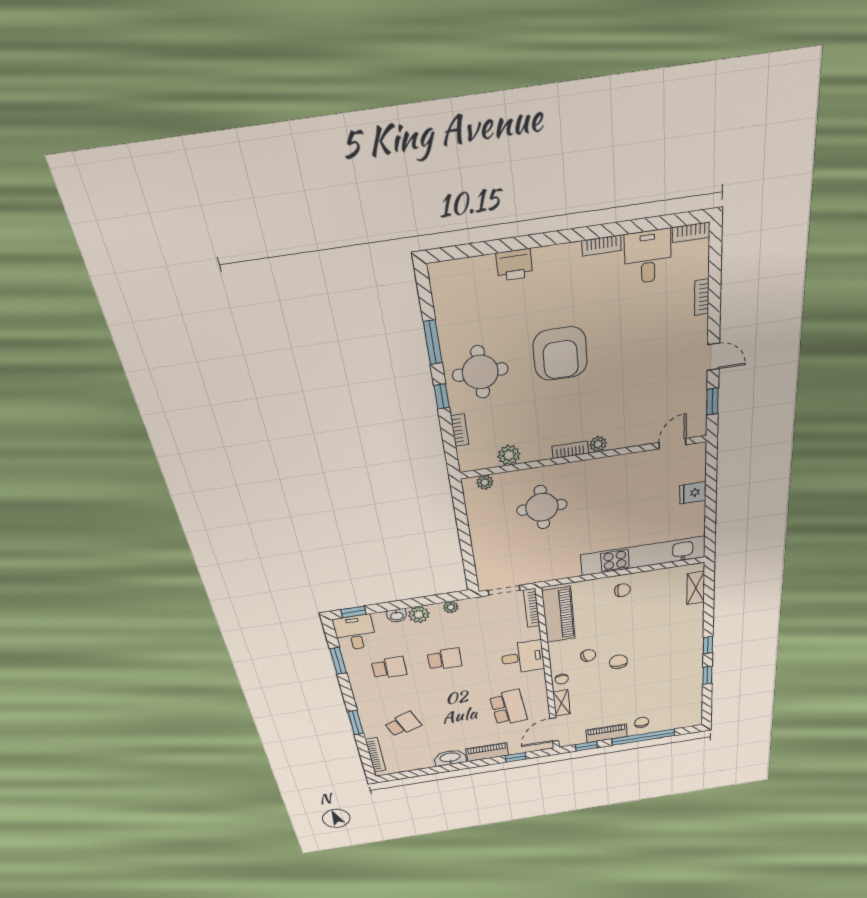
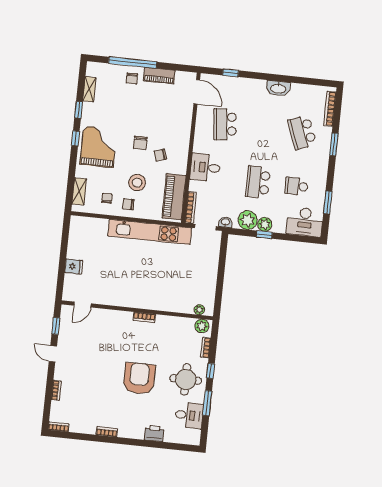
desk: (648, 257) -> (189, 415), moved, turned -90
plant: (598, 444) -> (127, 317), removed
plant: (509, 455) -> (202, 326), moved
round table: (542, 507) -> (169, 283), removed
kitchen unit: (643, 556) -> (150, 232), moved
plant: (451, 607) -> (248, 220), width x1.87, depth x1.87
window: (353, 612) -> (264, 235), moved
washbasin: (397, 616) -> (225, 222), moved
stool: (614, 618) -> (137, 183), added
desk: (355, 633) -> (305, 222), width x1.37
grand piano: (675, 644) -> (99, 147), added
school desk: (445, 659) -> (258, 182), width x1.85
chair: (562, 679) -> (107, 198), moved
shelving: (562, 703) -> (89, 89), moved
school desk: (403, 724) -> (302, 132), width x1.85
door: (554, 730) -> (197, 92), hinge flipped
window: (586, 746) -> (176, 67), removed
piano: (487, 752) -> (250, 85), removed

